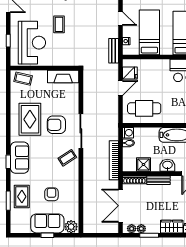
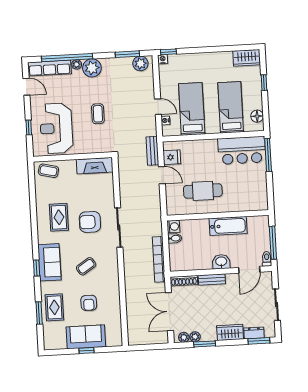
door: (120, 19) -> (158, 107), moved
coffee table: (59, 24) -> (98, 114), moved
reception desk: (32, 43) -> (56, 128), turned 180
bench: (114, 51) -> (152, 151), moved
door: (120, 88) -> (162, 175), hinge flipped
cafe table: (144, 108) -> (203, 191), moved
rug: (30, 119) -> (59, 217), width x0.73, depth x0.70
coffee table: (67, 158) -> (86, 266), moved
shower: (143, 164) -> (193, 262), removed
armchair: (51, 194) -> (89, 303), turned 180
plant: (71, 227) -> (114, 339), removed

